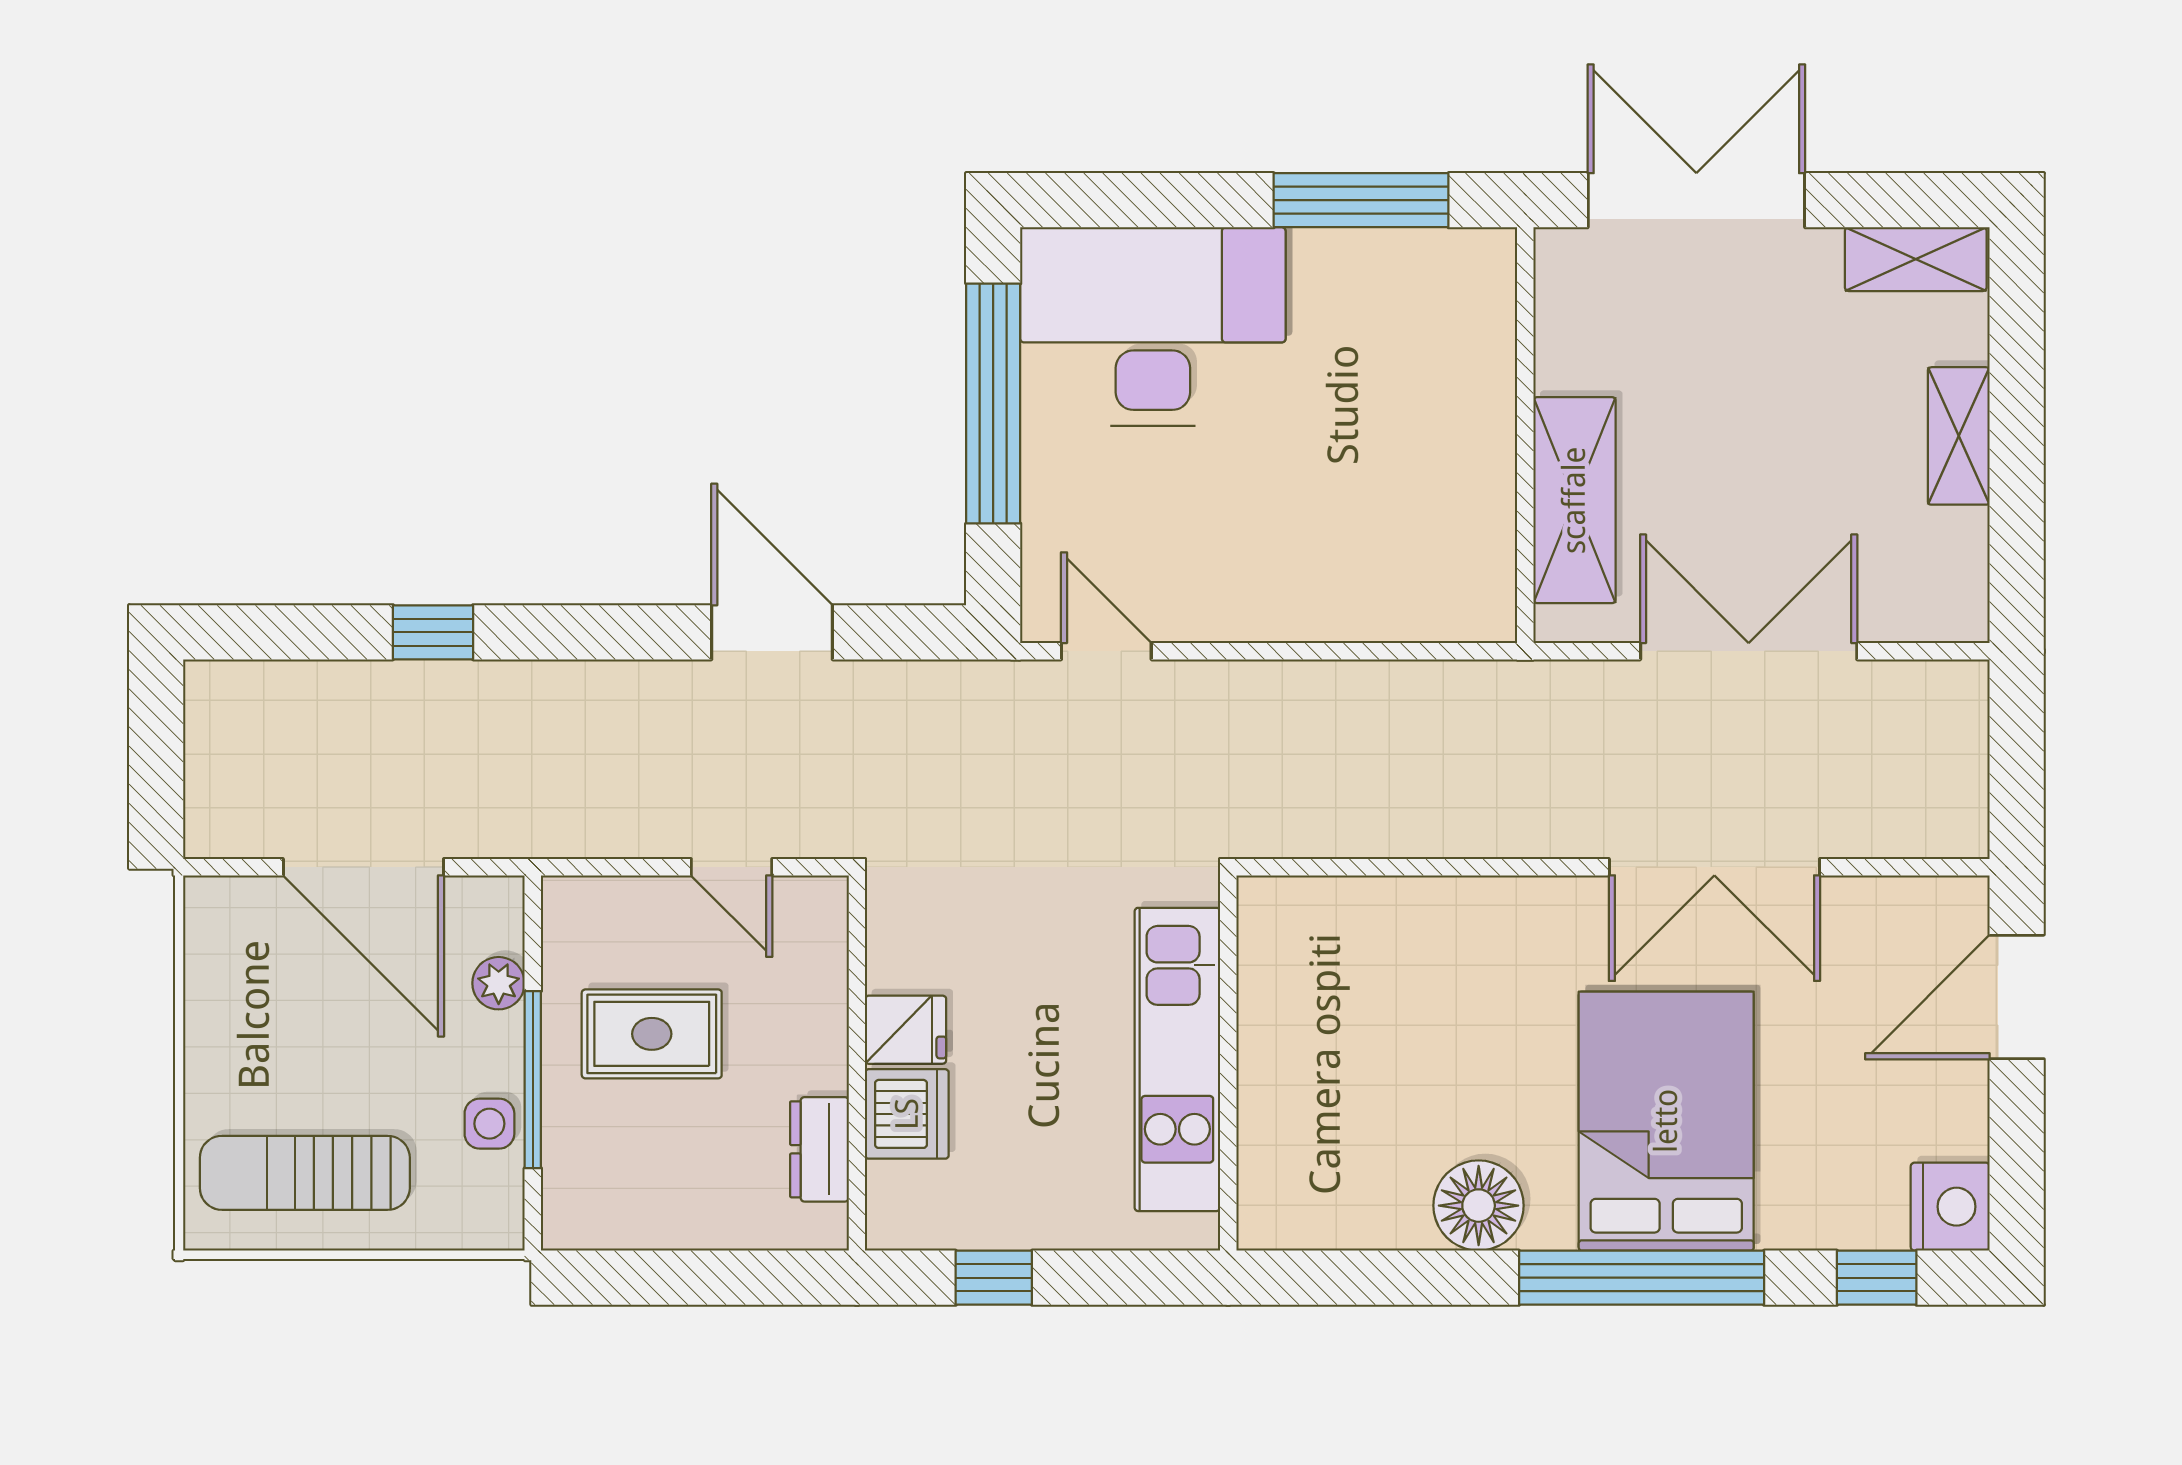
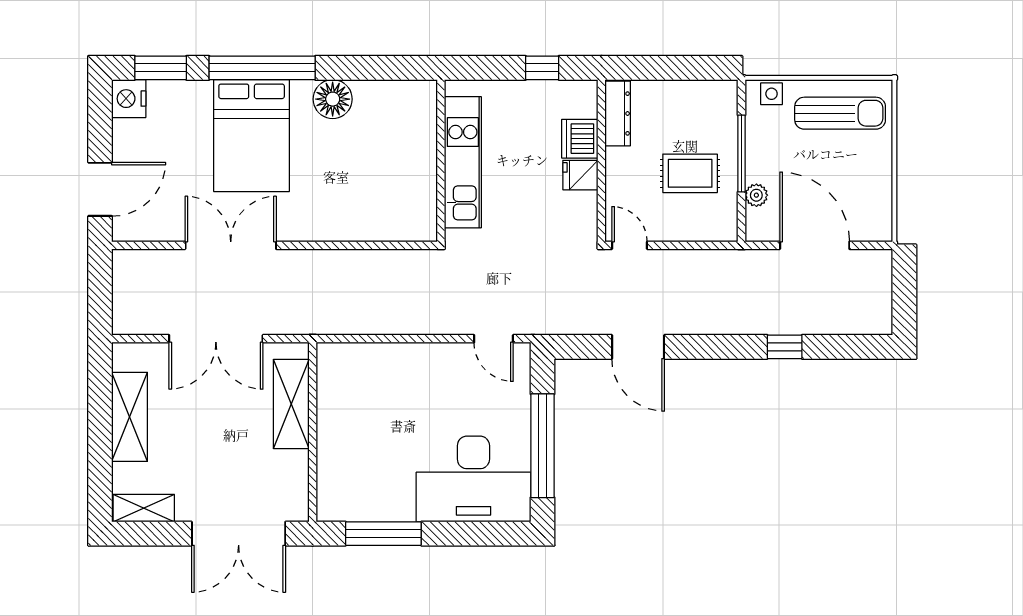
shelving: (1959, 436) -> (130, 417), width x1.50, depth x1.33
door: (731, 867) -> (629, 245), moved
side table: (489, 1124) -> (772, 94), moved
dresser: (819, 1149) -> (618, 113), width x1.44
window: (1877, 1278) -> (161, 68), width x1.50

